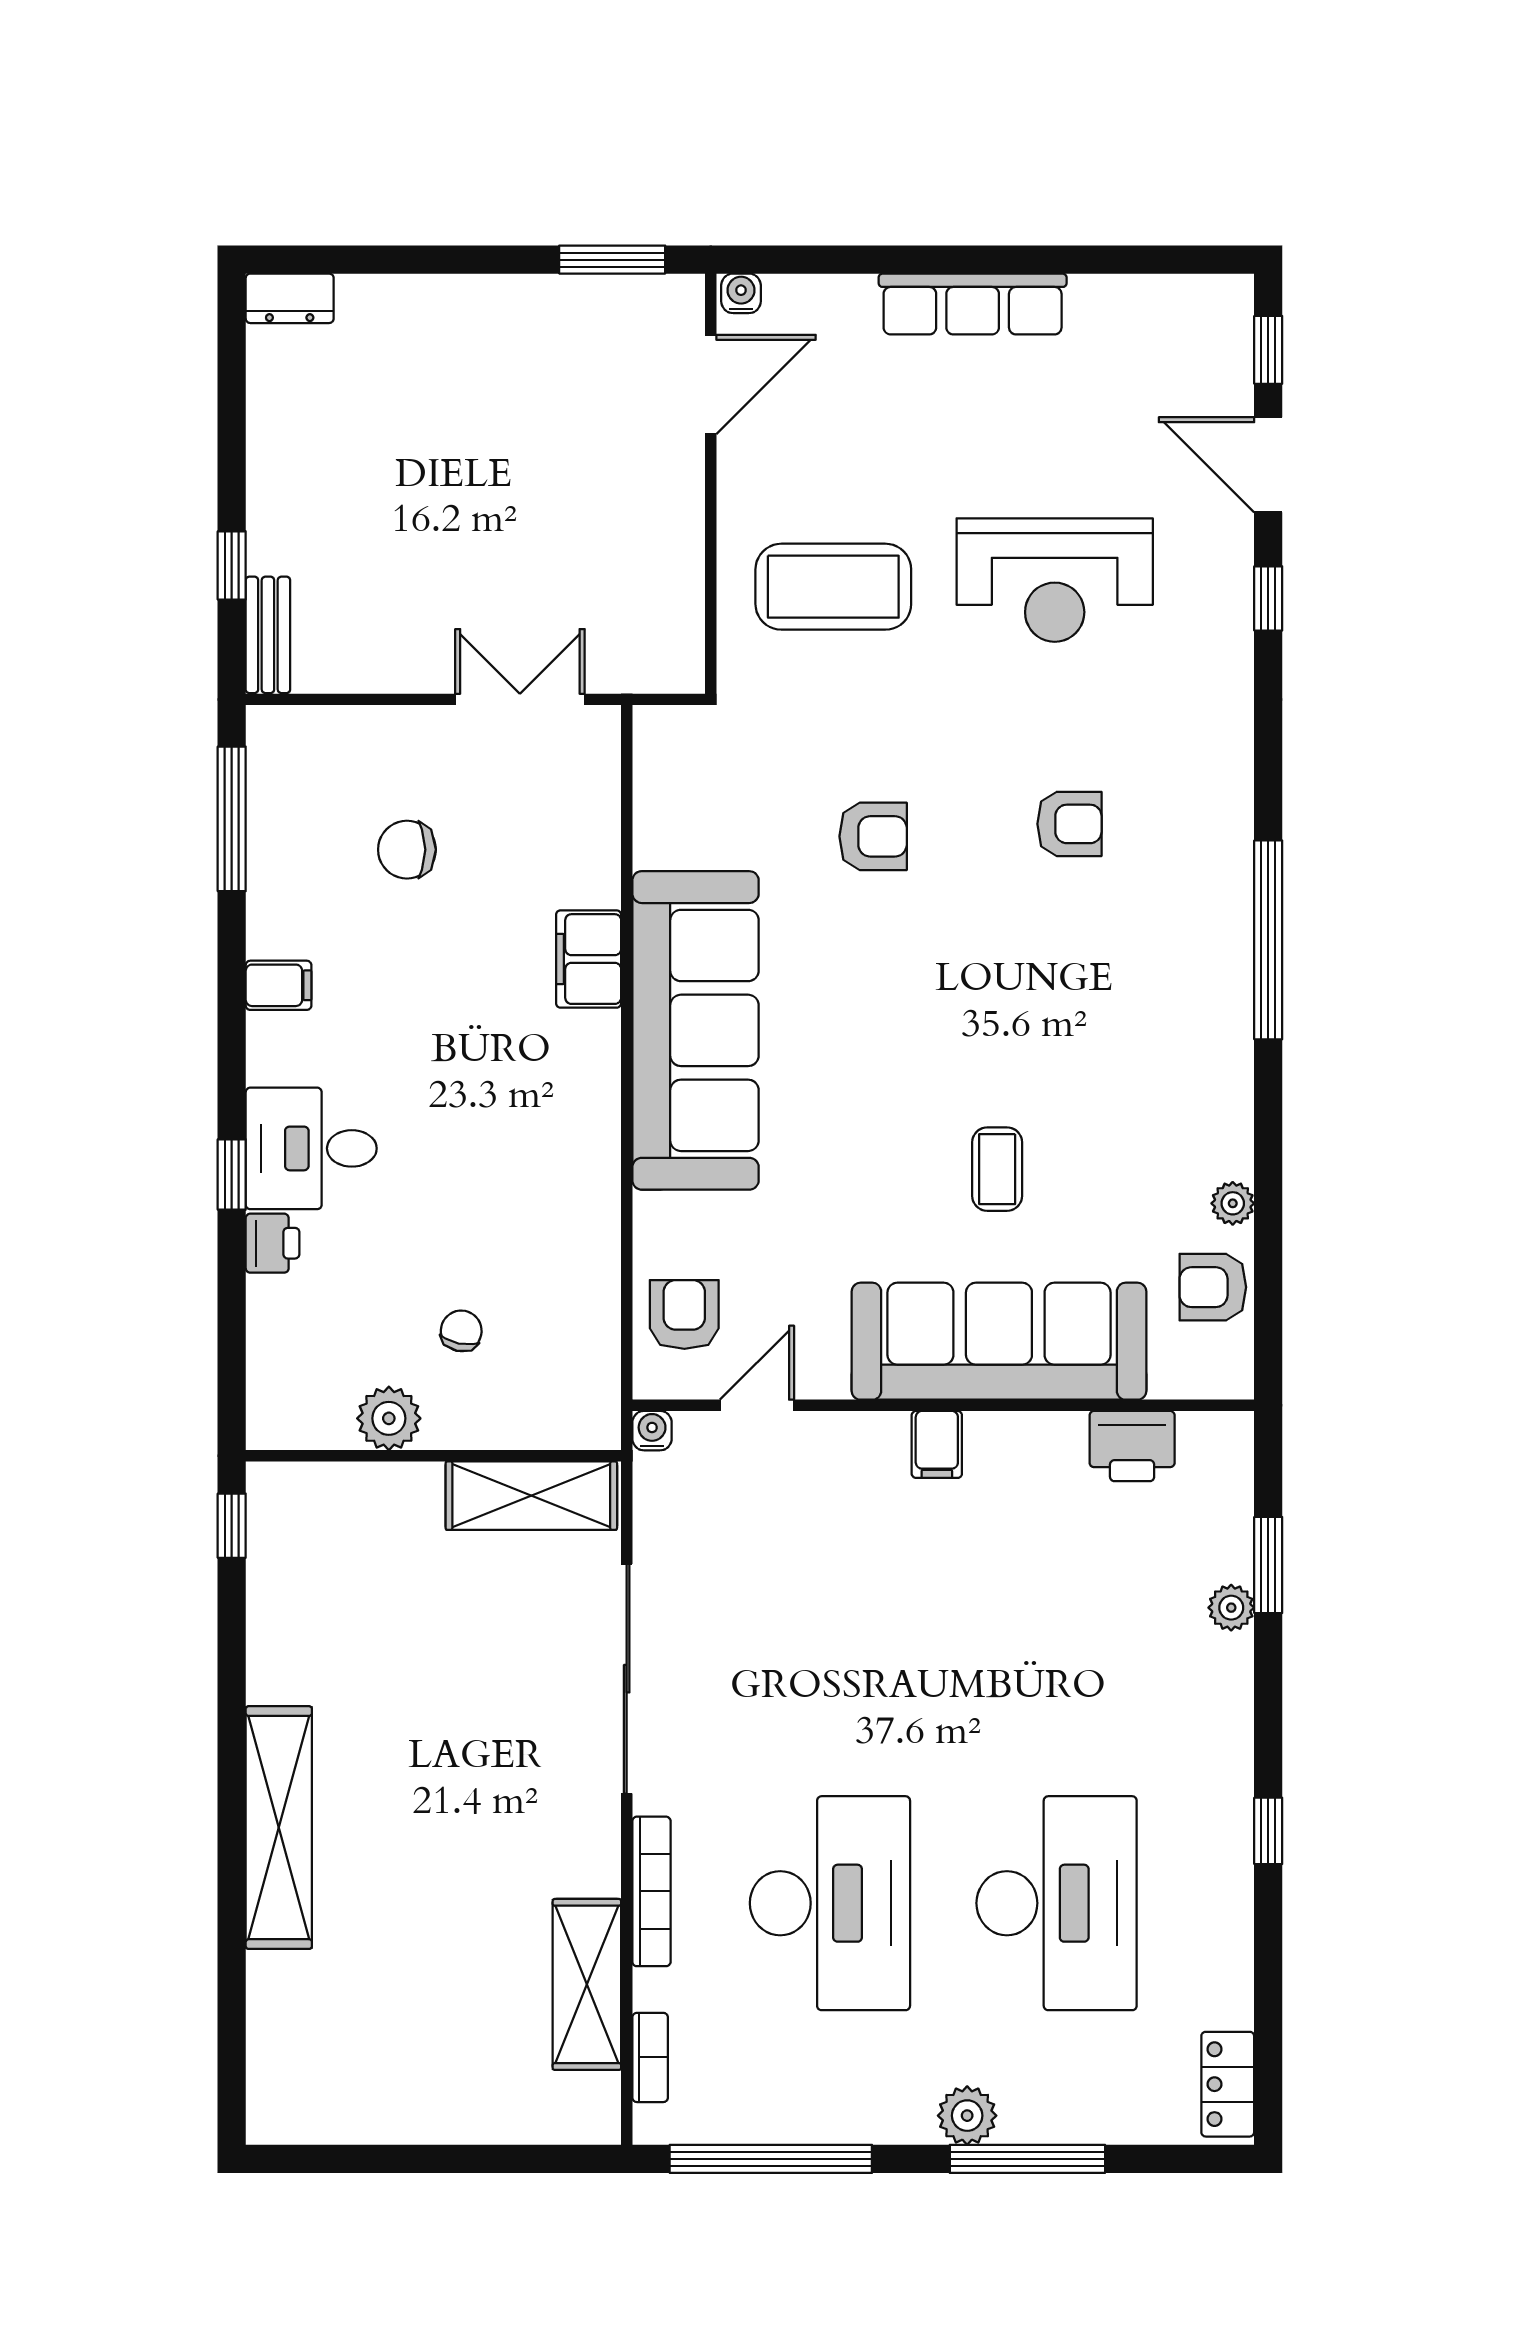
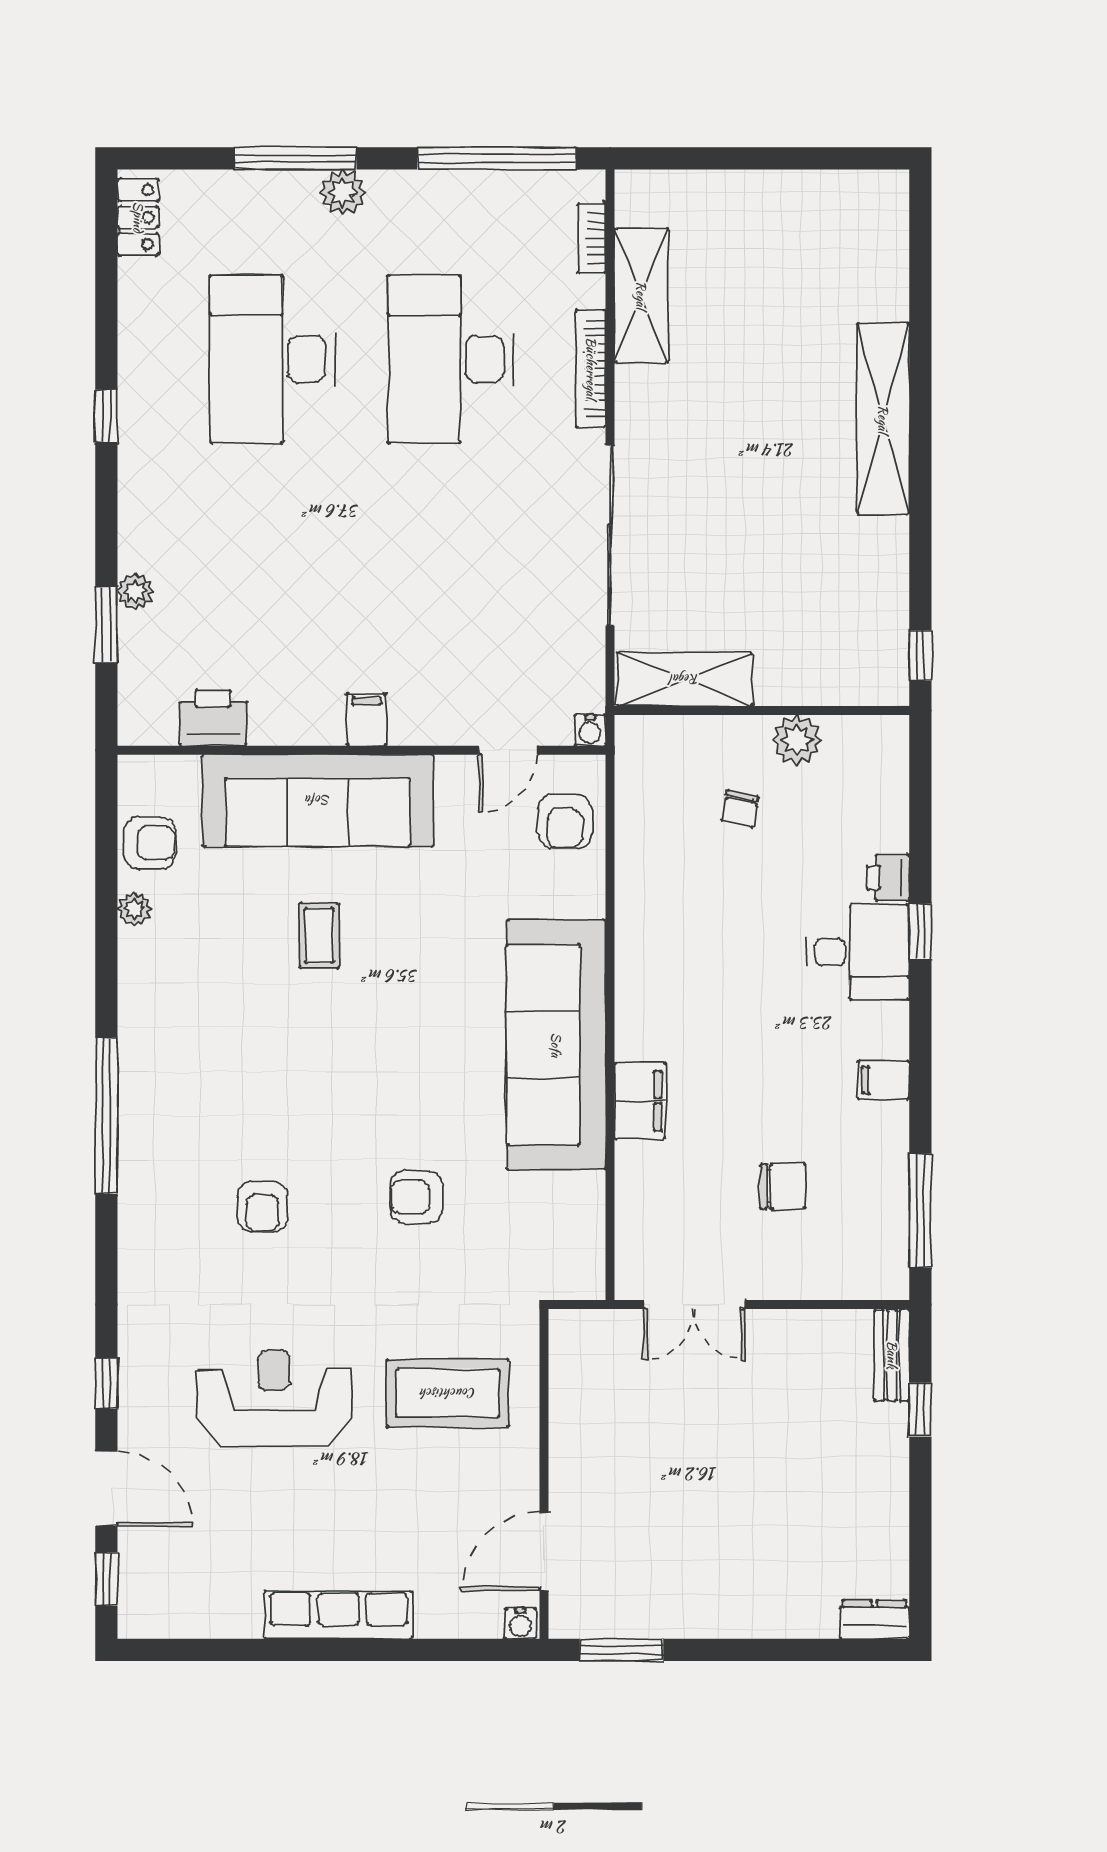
armchair: (1069, 824) -> (262, 1207), turned -90

